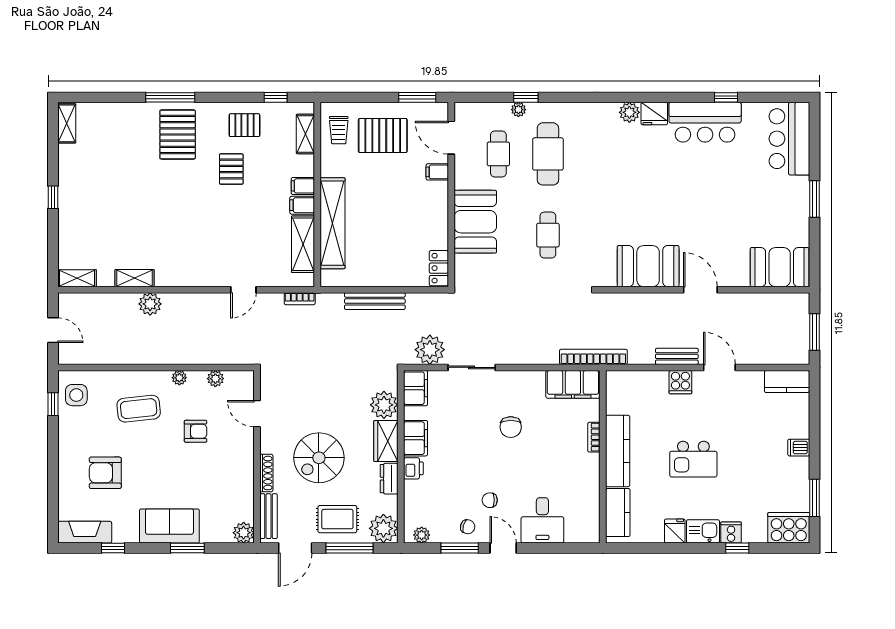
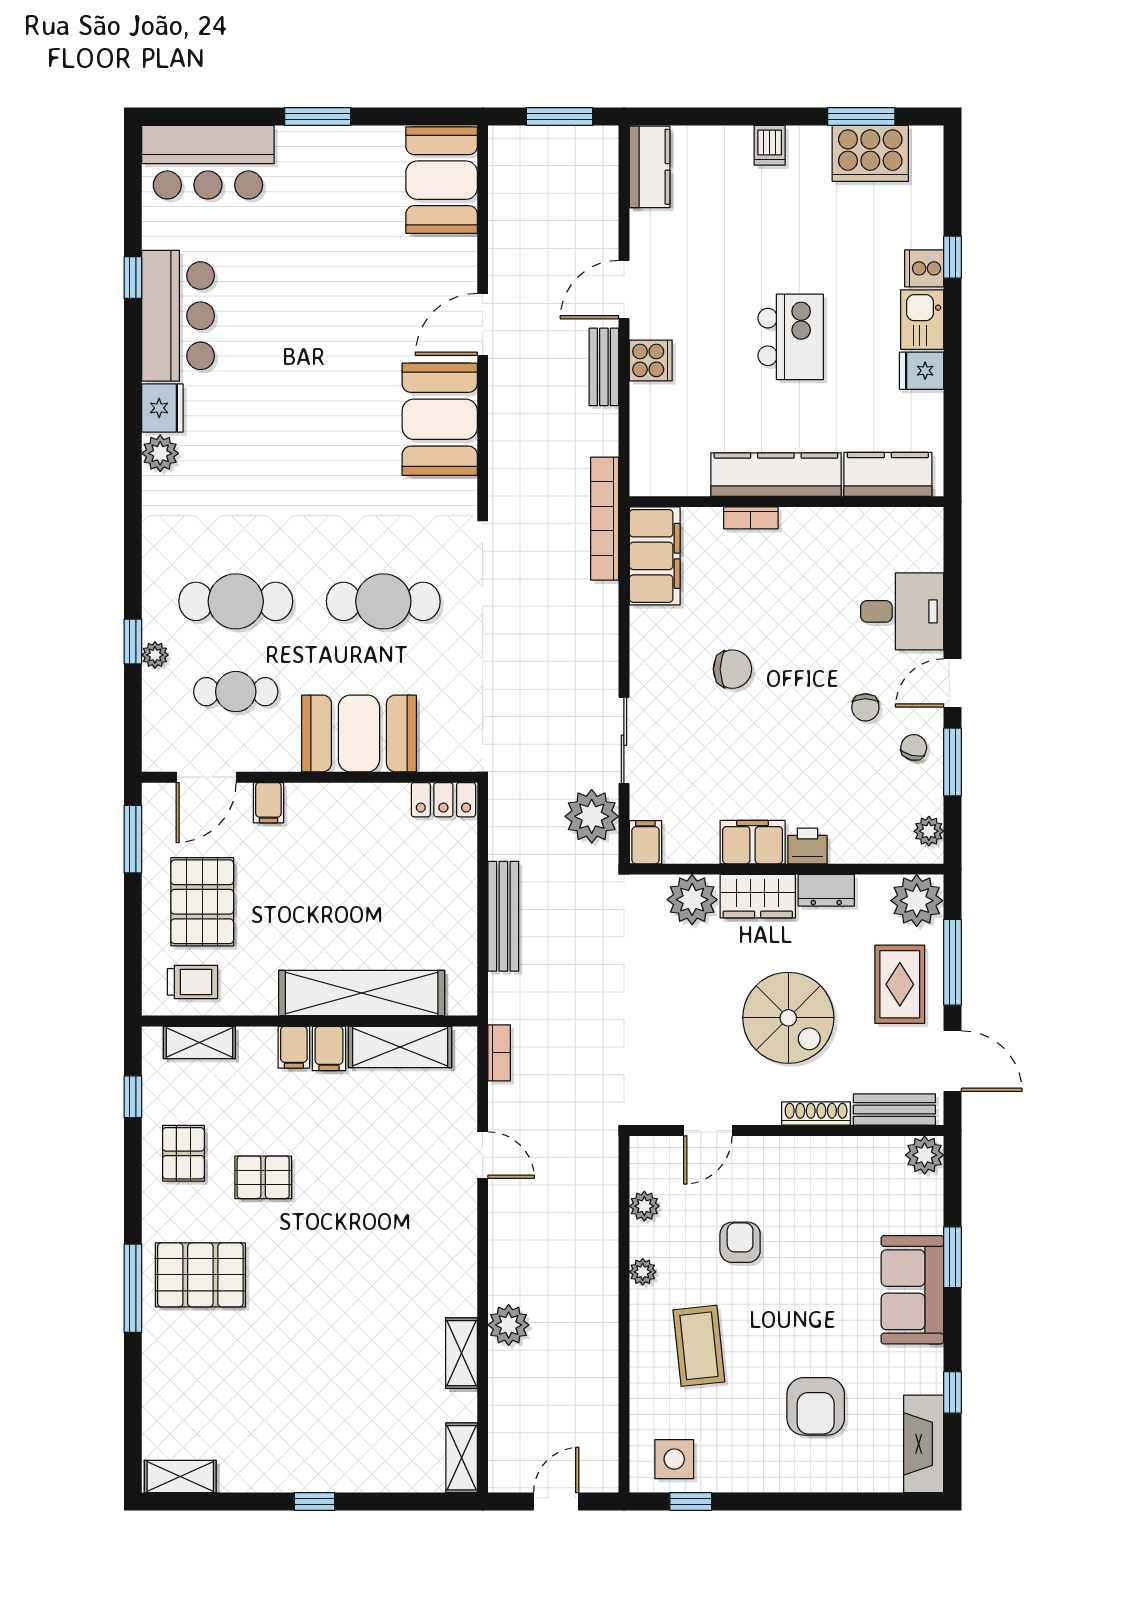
cafe table: (548, 235) -> (383, 601), width x1.37, depth x1.35
filing cabinet: (416, 388) -> (645, 842), width x0.50
cooker: (789, 528) -> (870, 153), moved, turned -90

